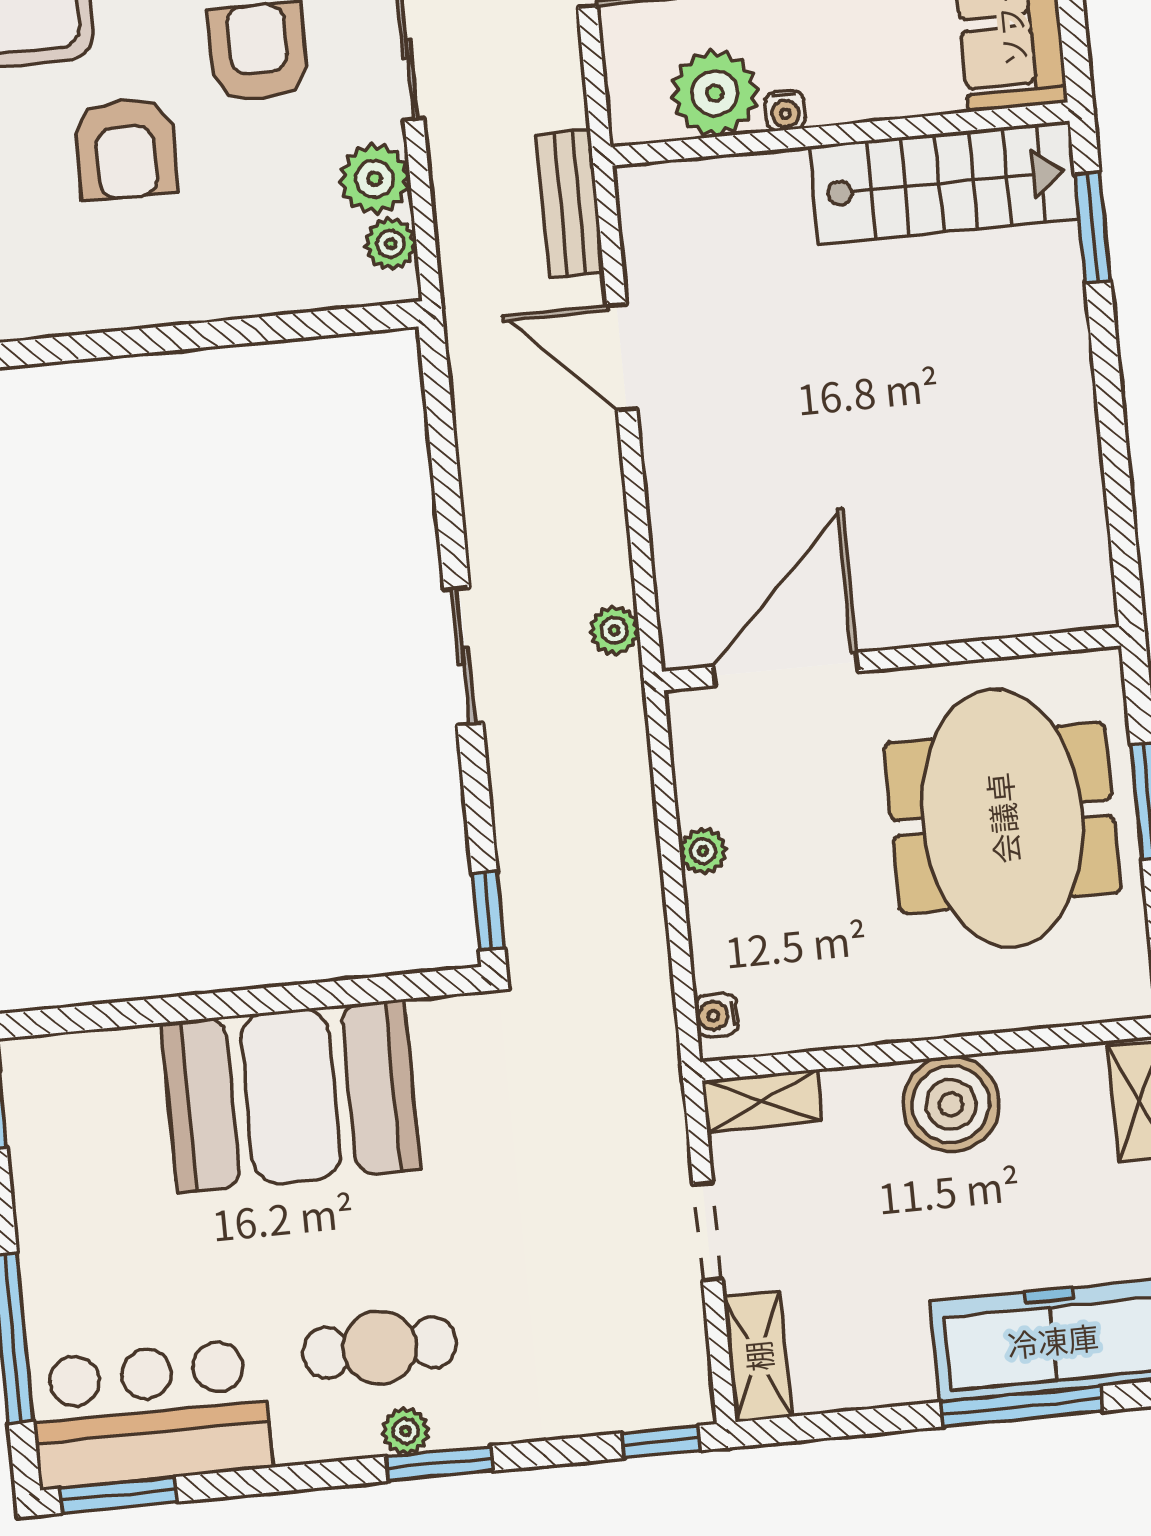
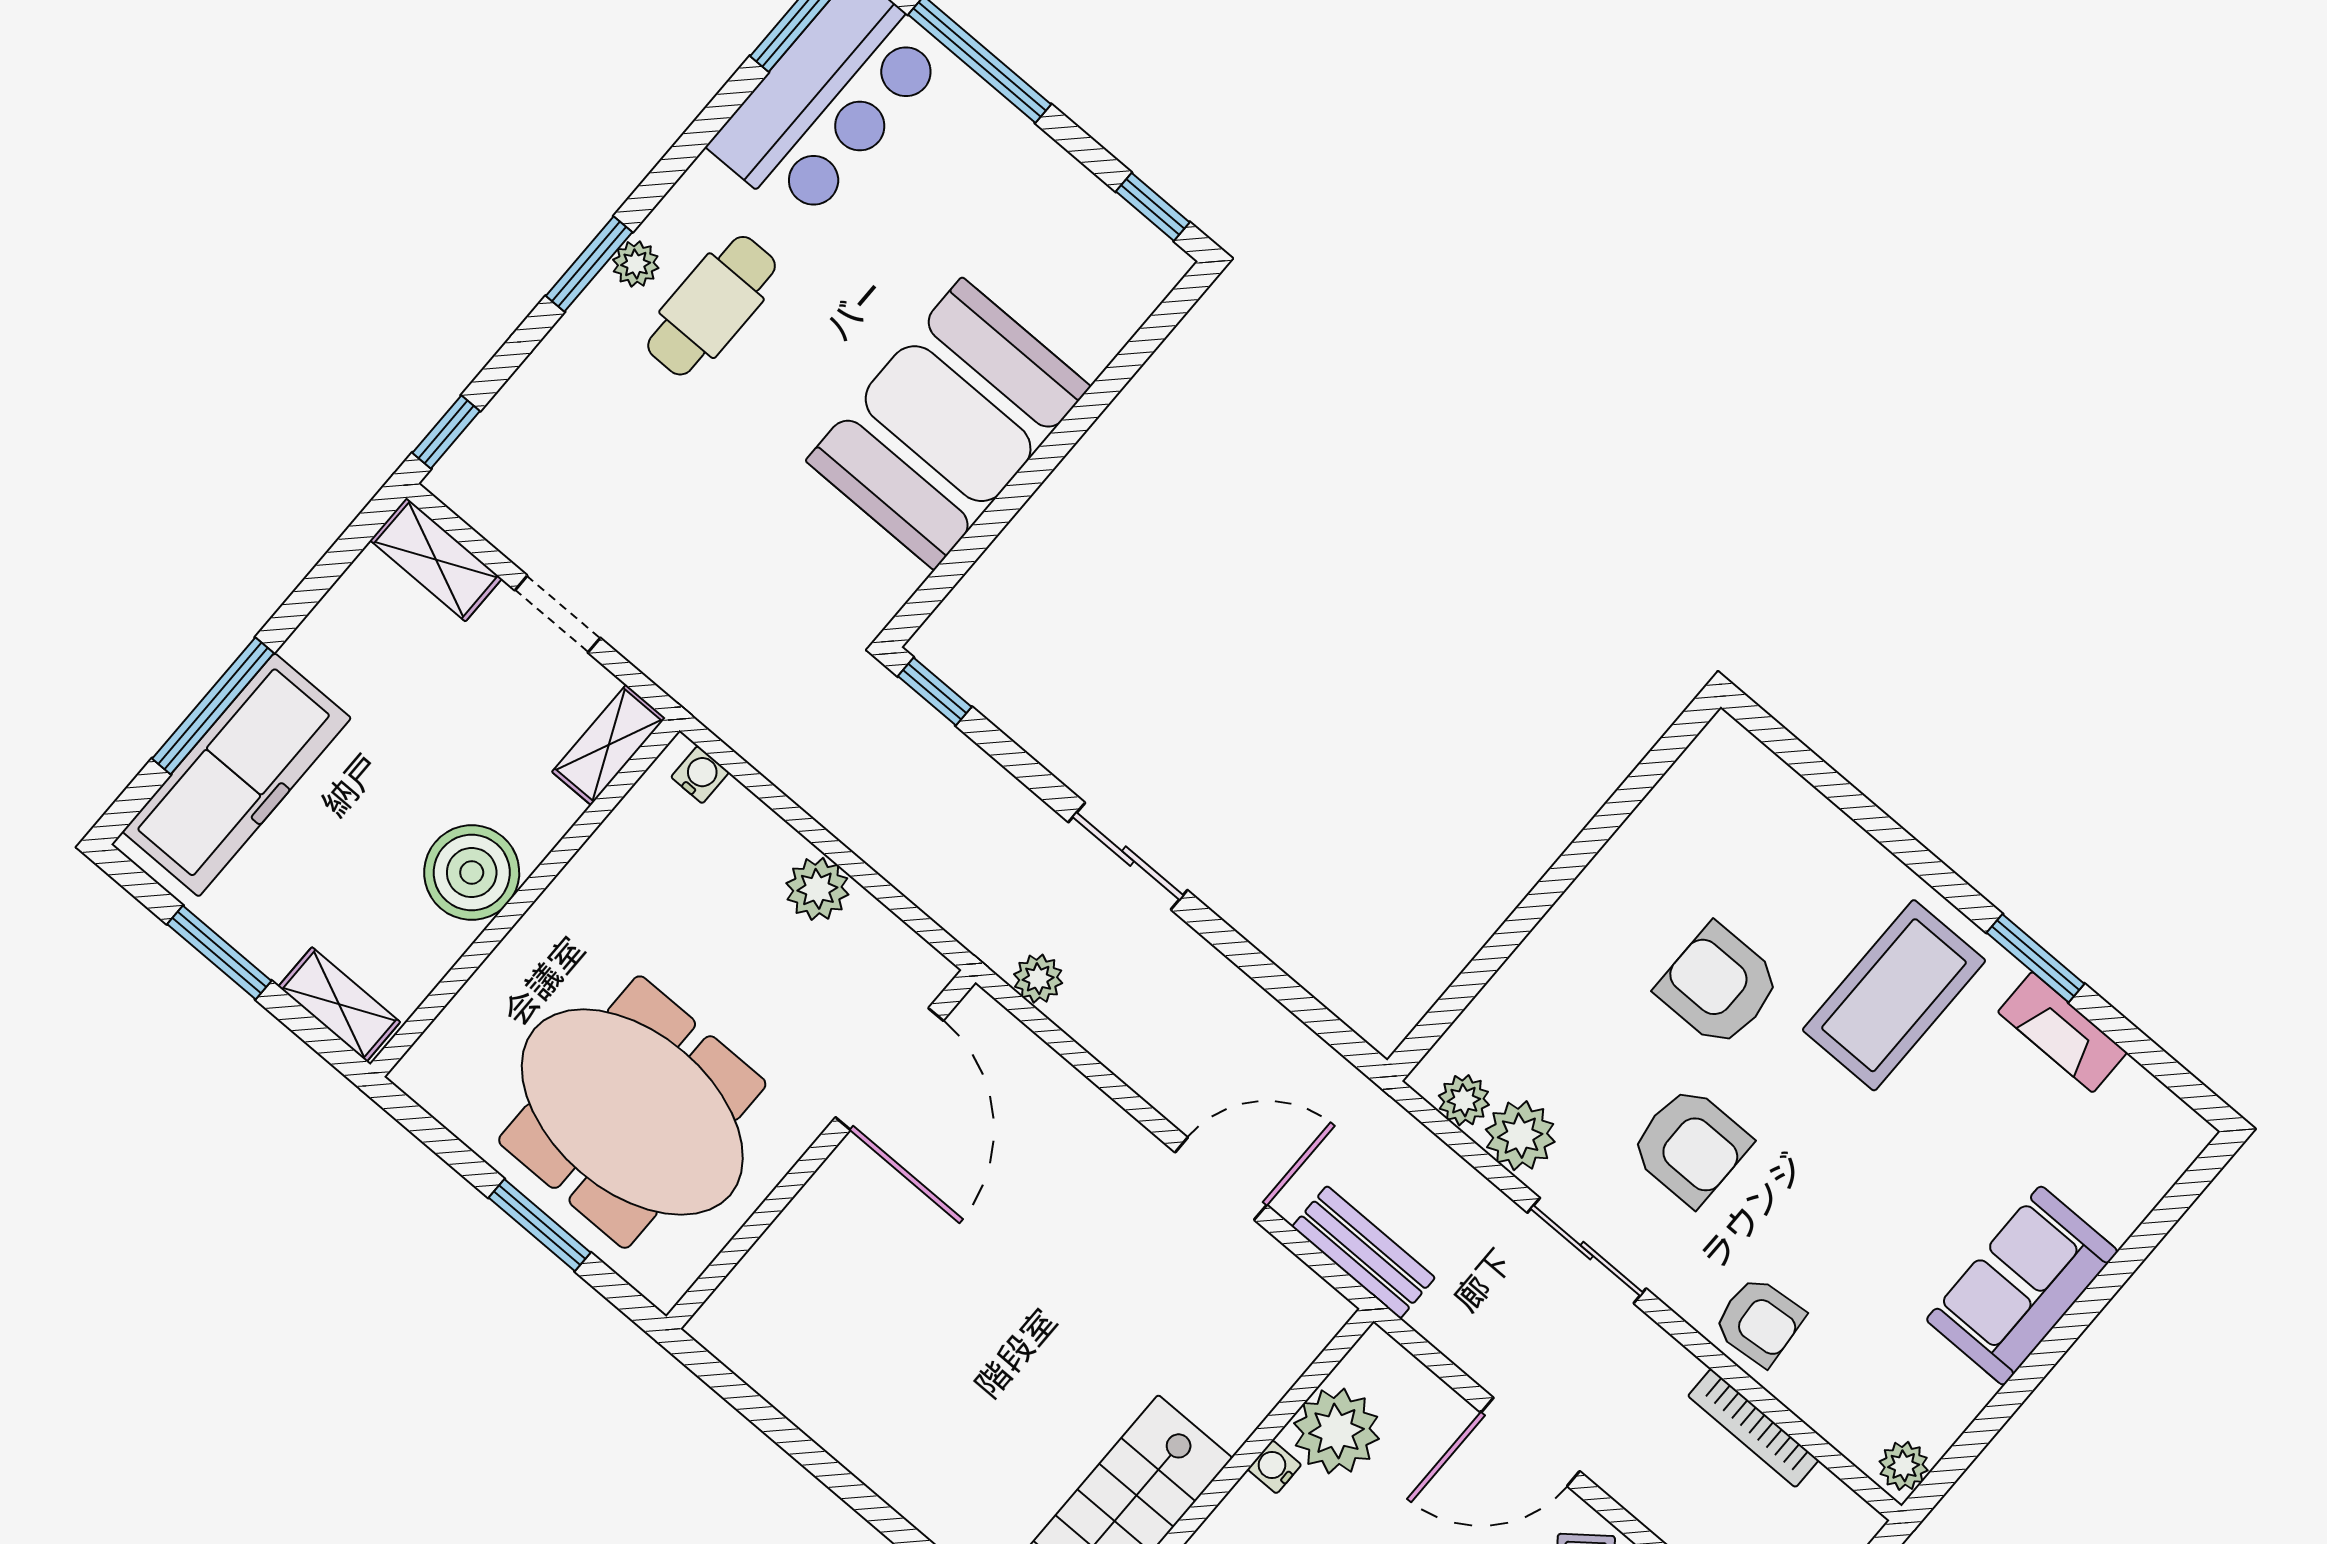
plant: (703, 851) -> (817, 889), width x1.38, depth x1.38

